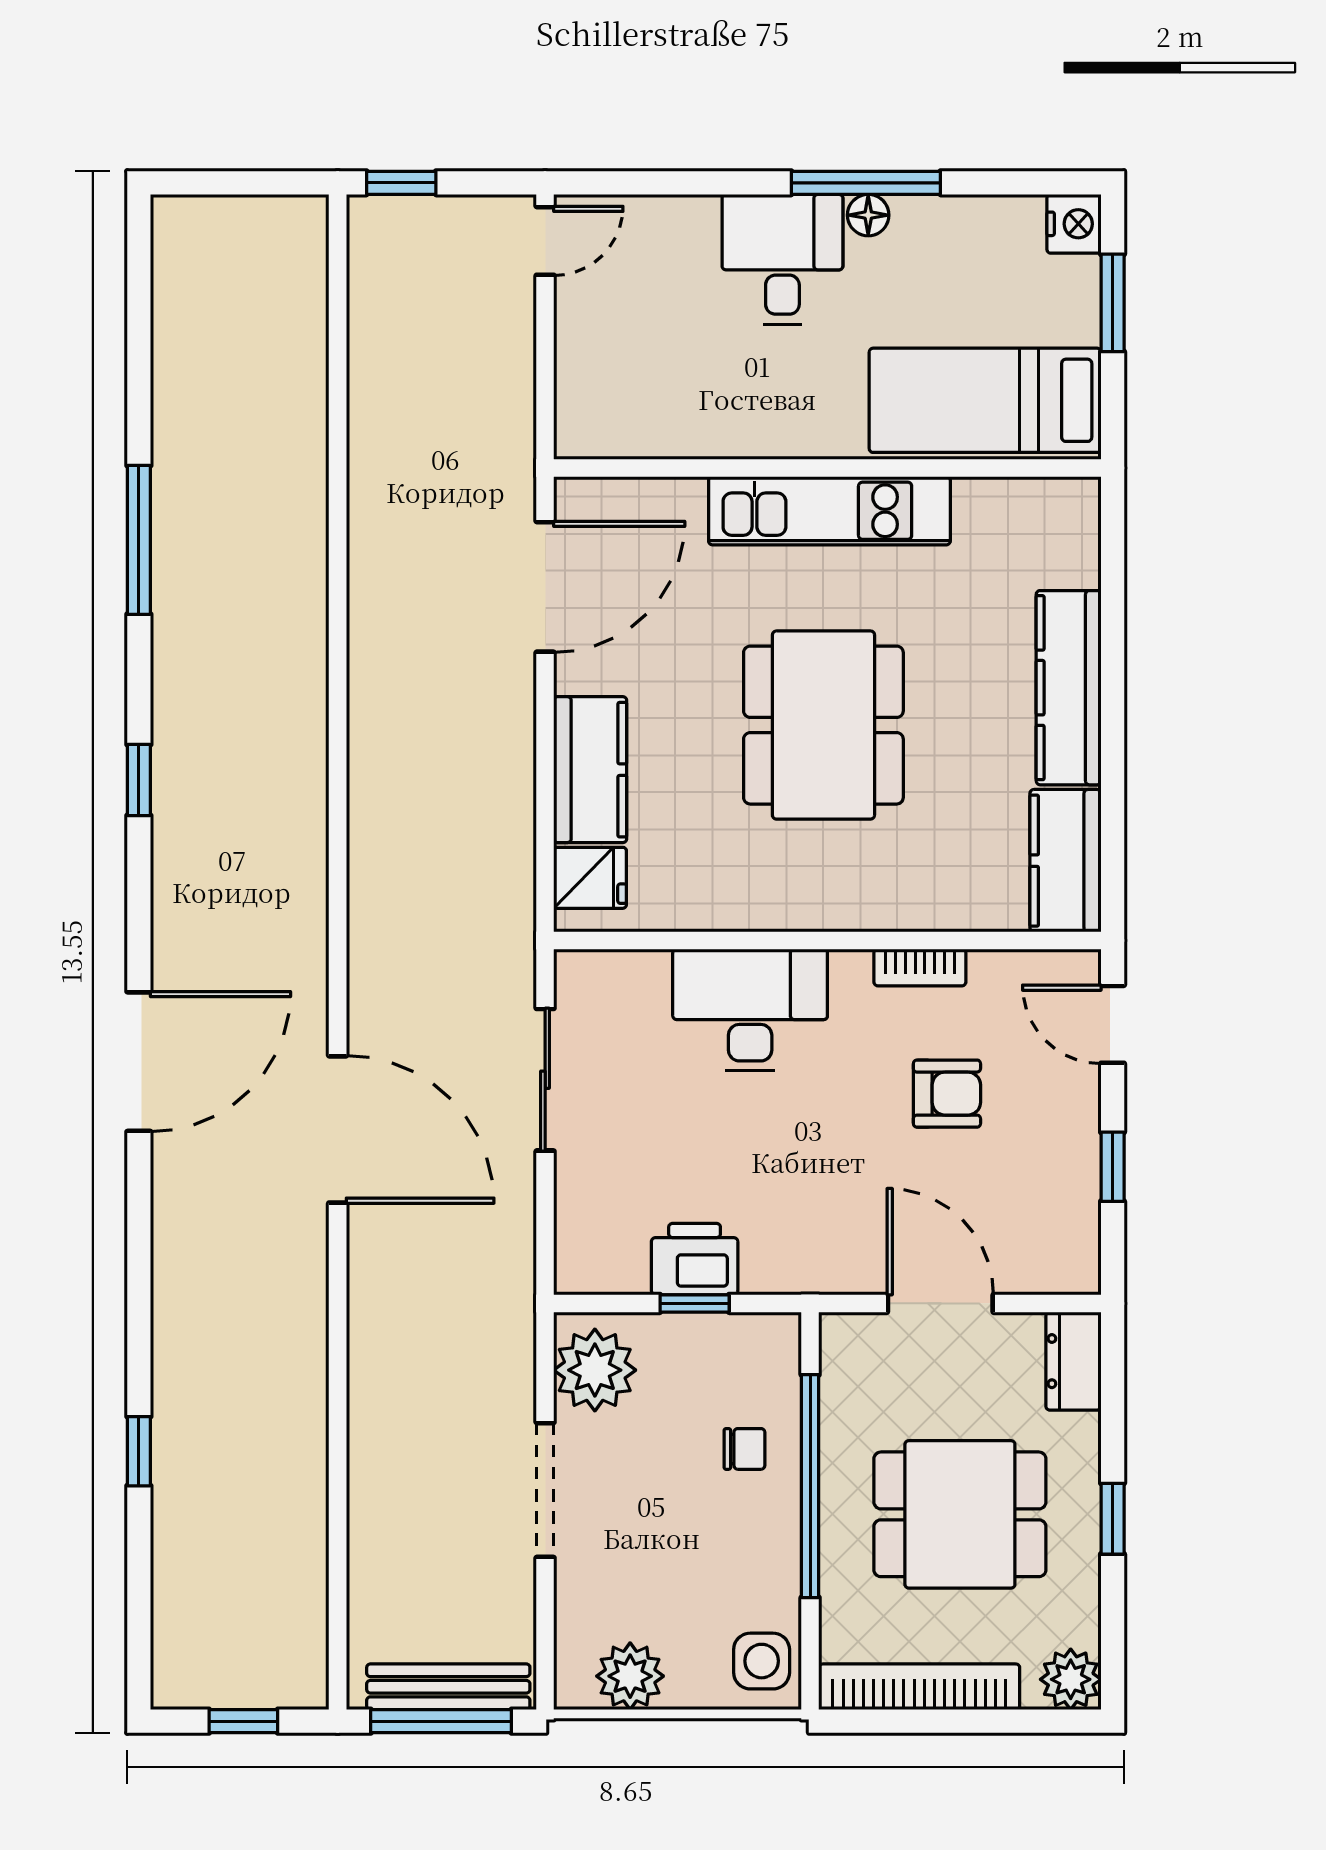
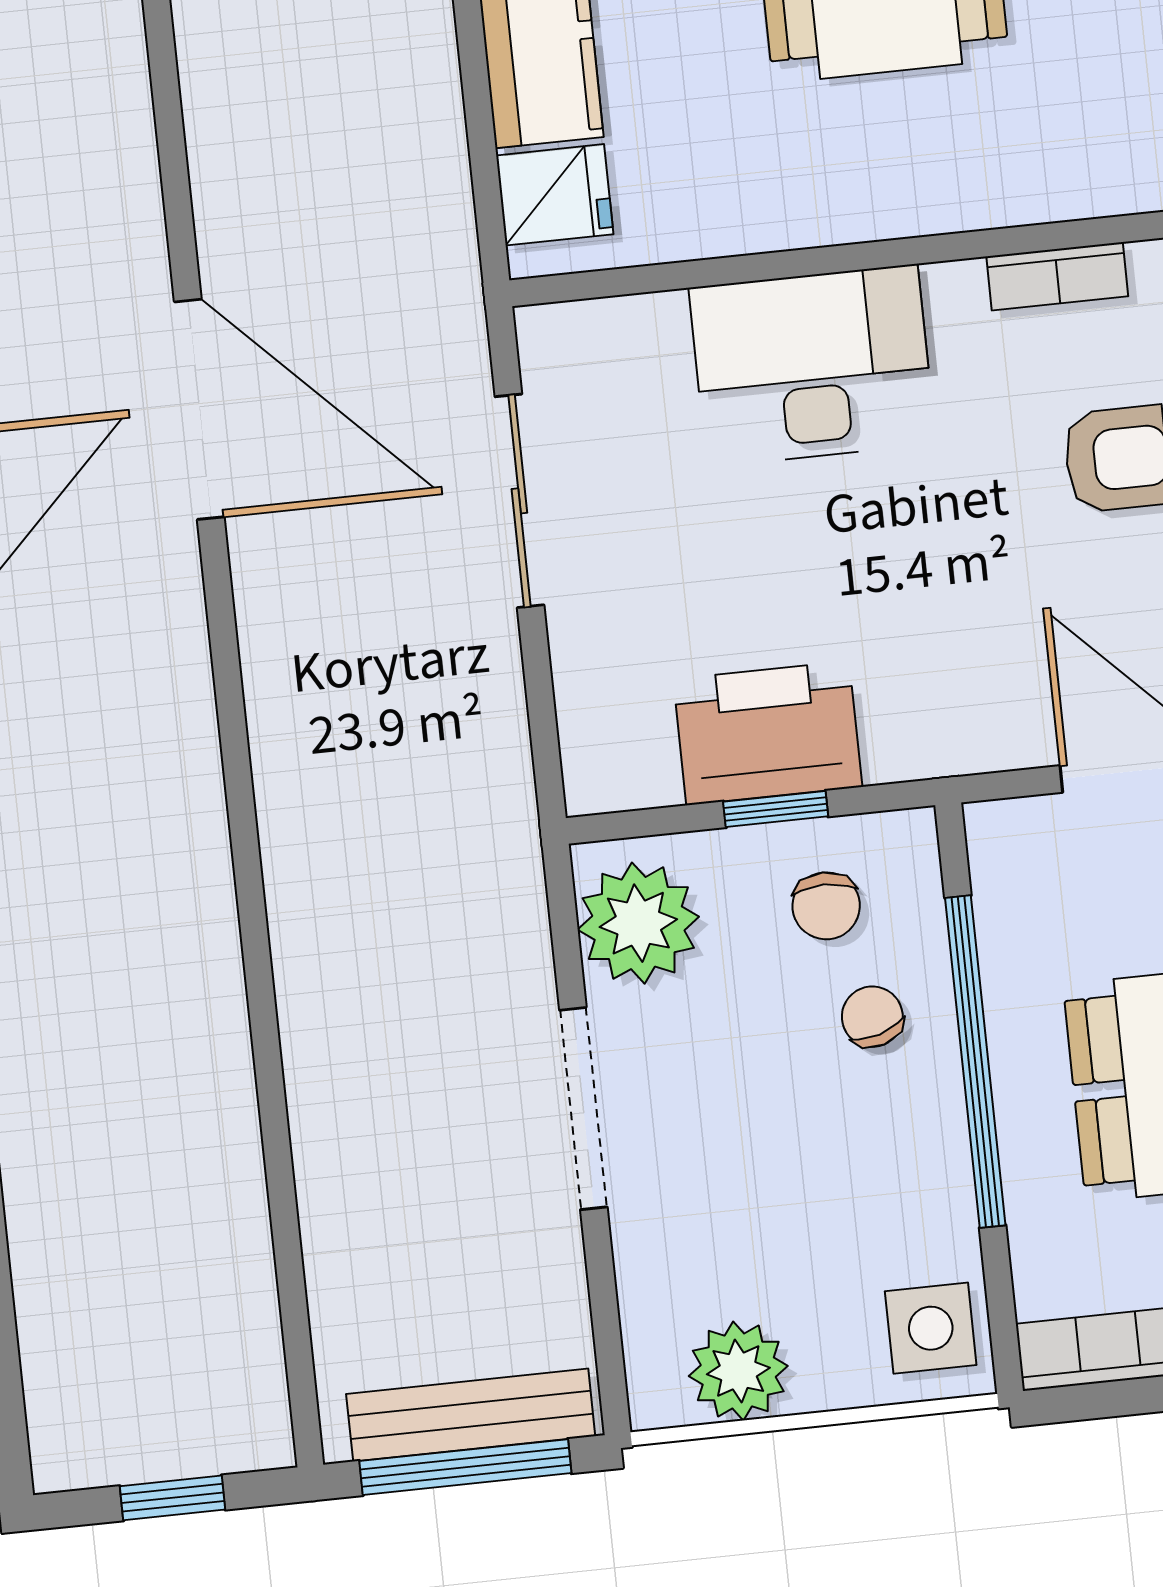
door: (338, 1129) -> (199, 409), moved
printer: (695, 1259) -> (768, 733), width x1.37, depth x1.19
chair: (721, 1372) -> (826, 906), added
chair: (744, 1449) -> (872, 1017), turned -107

